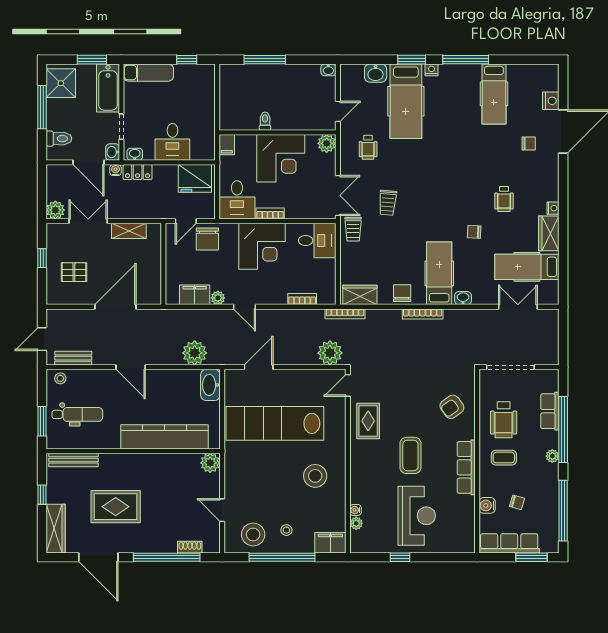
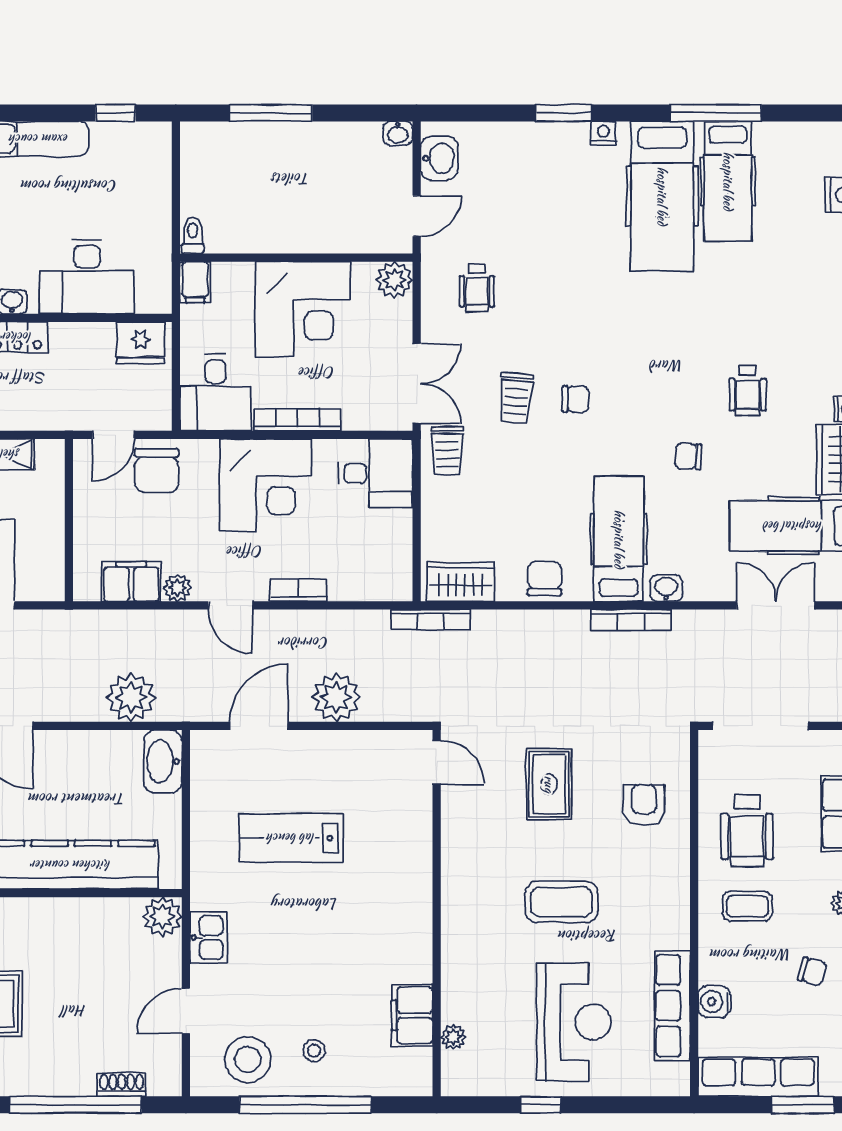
window: (466, 60) -> (716, 113), moved
washbasin: (376, 73) -> (439, 158), moved, turned -90
hospital bed: (406, 101) -> (662, 196), moved
toilet: (265, 121) -> (193, 235), moved
desk: (172, 142) -> (87, 277), width x1.37
chair: (529, 144) -> (575, 399), moved
fridge: (195, 178) -> (141, 343), width x0.73, depth x0.75
bookcase: (270, 214) -> (297, 420), width x1.56
bookcase: (302, 299) -> (298, 590), moved
bookcase: (423, 314) -> (631, 620), moved
plant: (330, 353) -> (336, 697), moved
door: (348, 385) -> (437, 762), swing flipped
armchair: (452, 407) -> (644, 805), turned 126
rug: (368, 421) -> (549, 784), moved
lab bench: (275, 423) -> (291, 838), width x0.54, depth x0.72
coffee table: (410, 455) -> (561, 902), turned 90
row of seats: (466, 467) -> (672, 1006), moved
kitchen sink: (233, 473) -> (209, 938), added
stool: (315, 476) -> (371, 943), removed
chair: (517, 502) -> (812, 971), moved
door: (222, 510) -> (186, 1011), hinge flipped
water cooler: (355, 510) -> (452, 1011), removed
filing cabinet: (330, 543) -> (412, 1015), moved, turned -90

